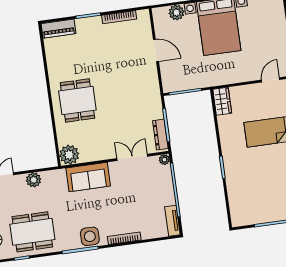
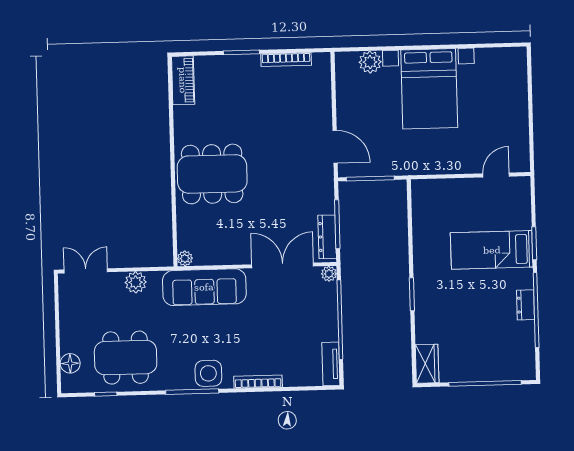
piano: (58, 29) -> (183, 80), moved, turned -90
door: (156, 50) -> (335, 147), moved
dining table: (77, 100) -> (212, 174), width x1.38
wardrobe: (222, 101) -> (427, 364), moved
plant: (69, 155) -> (185, 258), width x0.53, depth x0.53
double door: (132, 157) -> (283, 265), width x1.37
sofa: (88, 177) -> (204, 287), width x1.36

